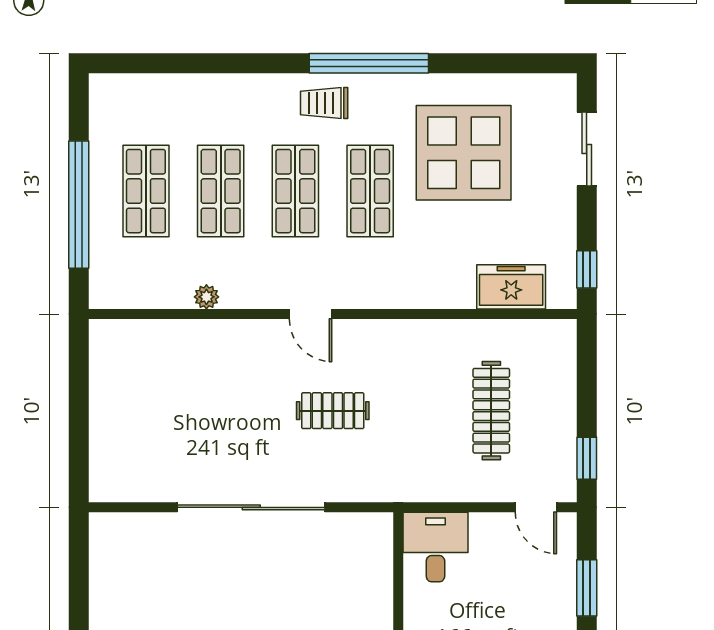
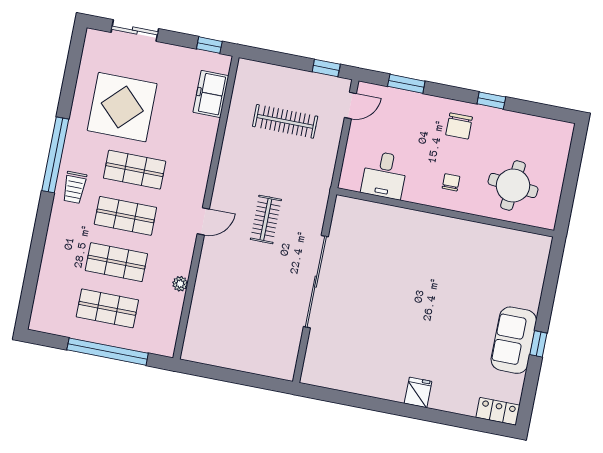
desk: (435, 547) -> (384, 175), moved, turned -90

